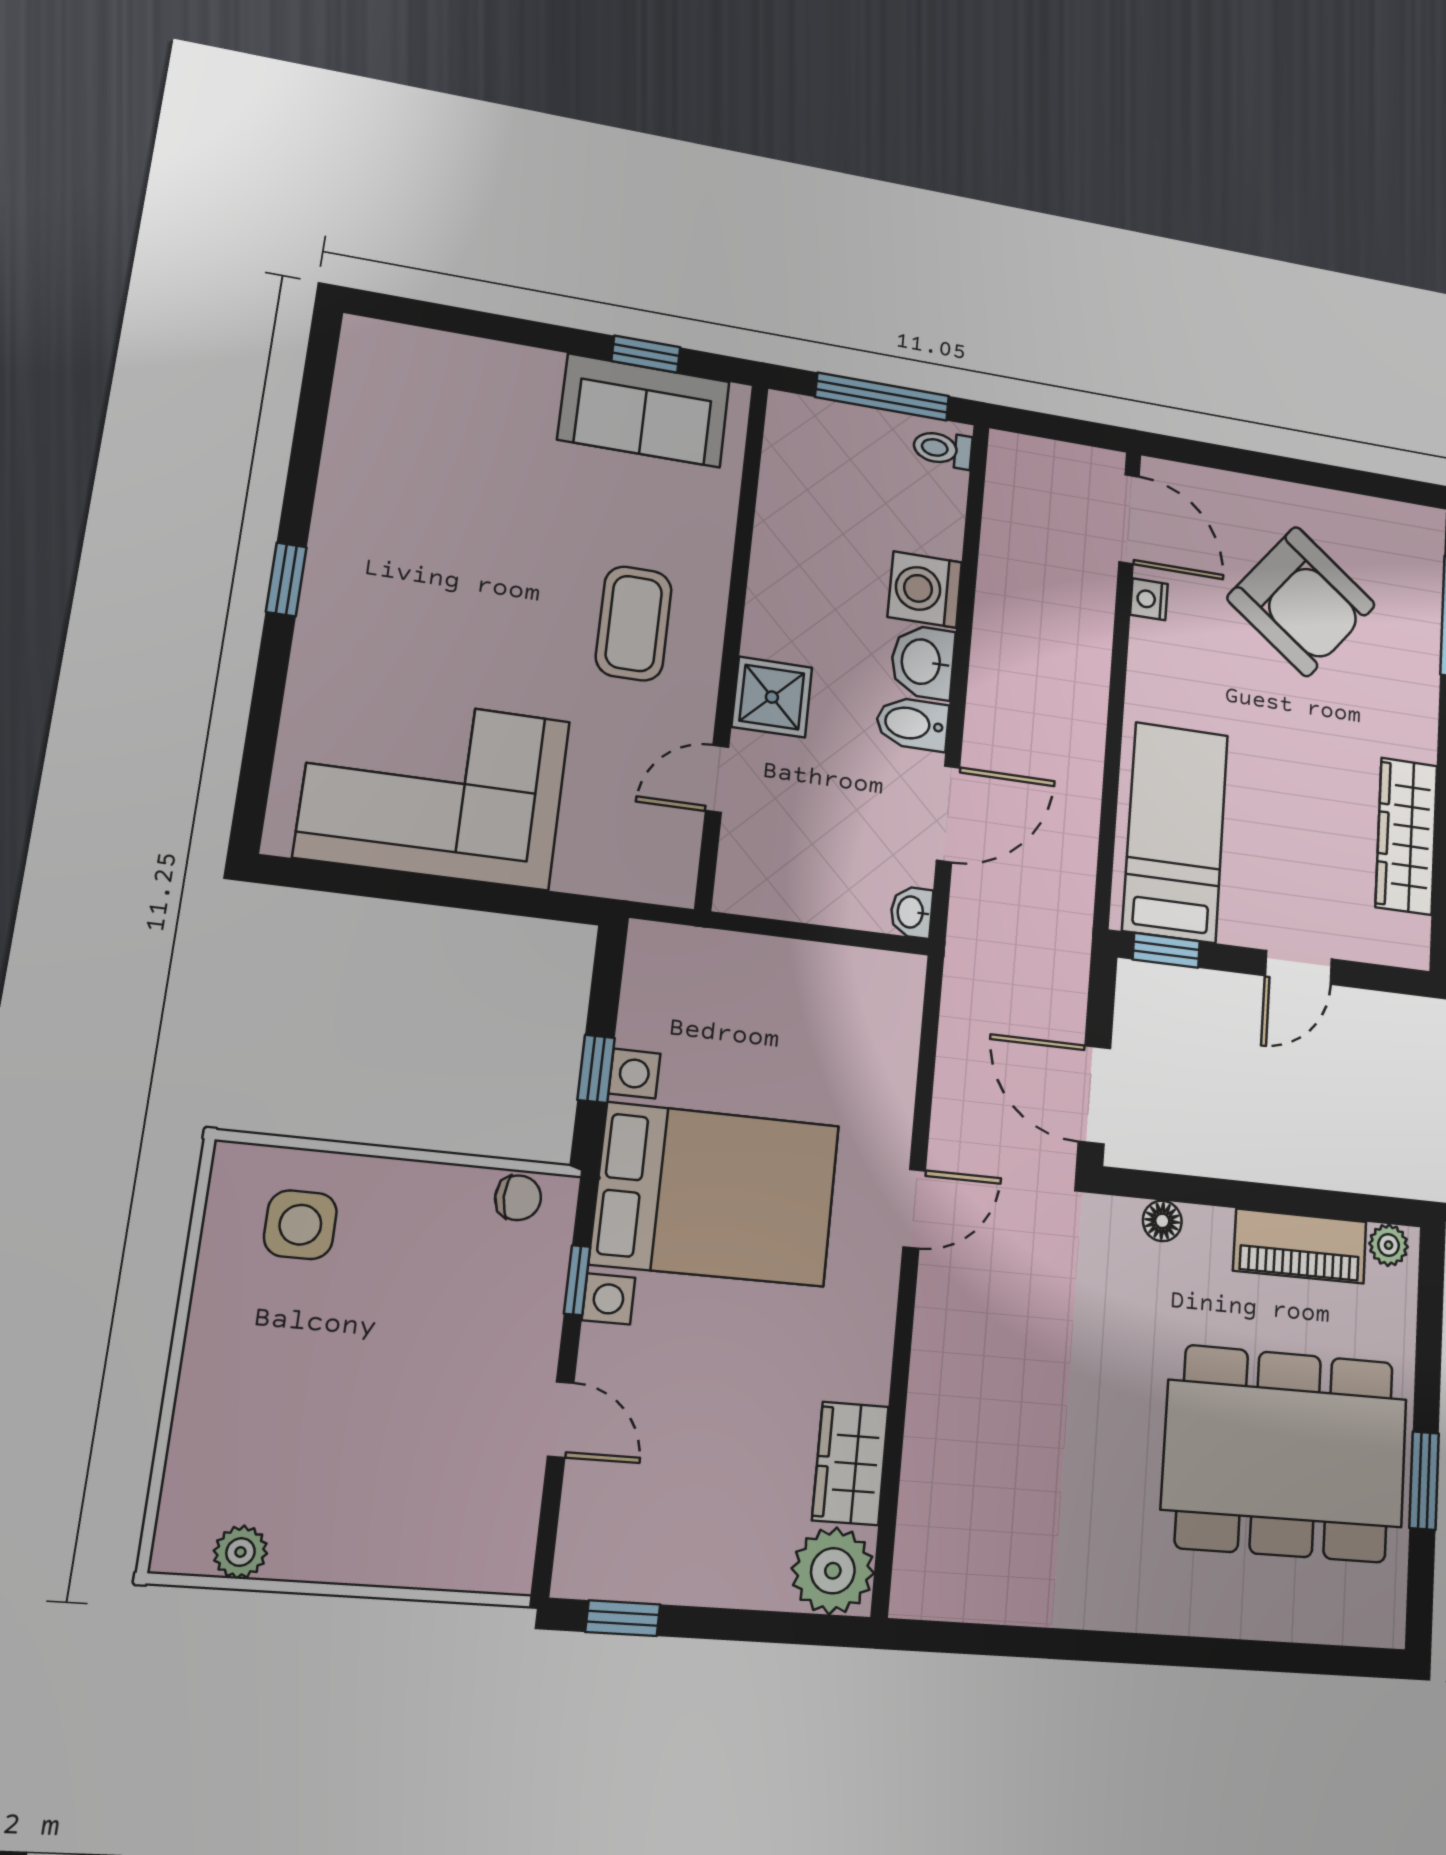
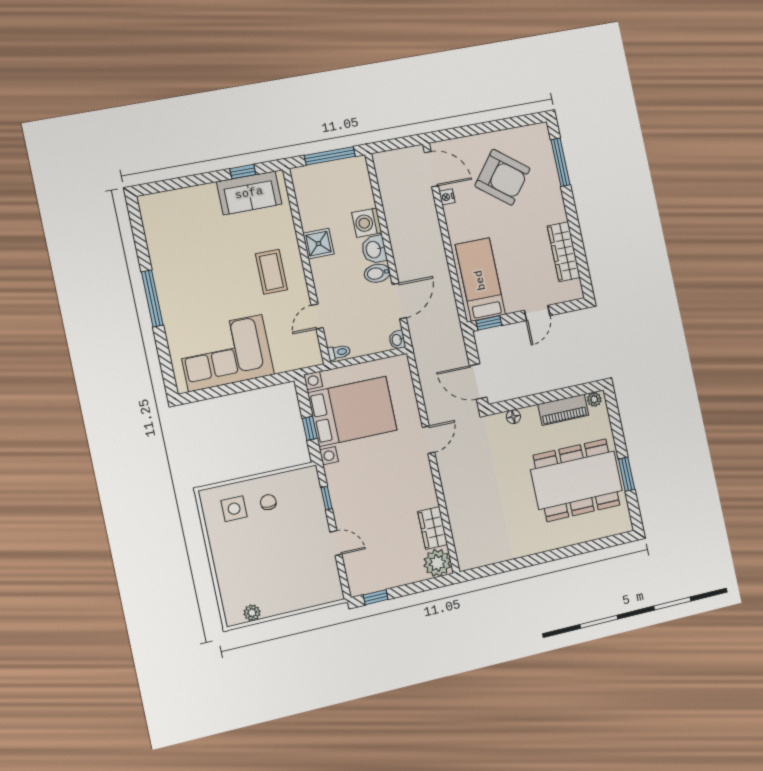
toilet: (943, 449) -> (339, 352), moved, turned 180
window: (286, 579) -> (152, 298), width x2.17
shower: (772, 697) -> (318, 244), moved
bed with nightstands: (716, 1194) -> (352, 411), moved
chair: (518, 1198) -> (268, 502), moved, turned -90

